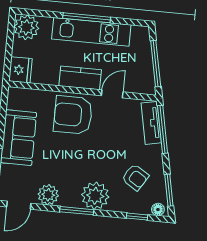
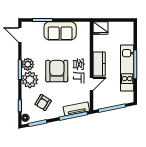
plant: (26, 27) -> (126, 29), removed
door: (112, 94) -> (91, 84), hinge flipped
armchair: (73, 115) -> (57, 71), moved
plant: (48, 195) -> (28, 64), moved

